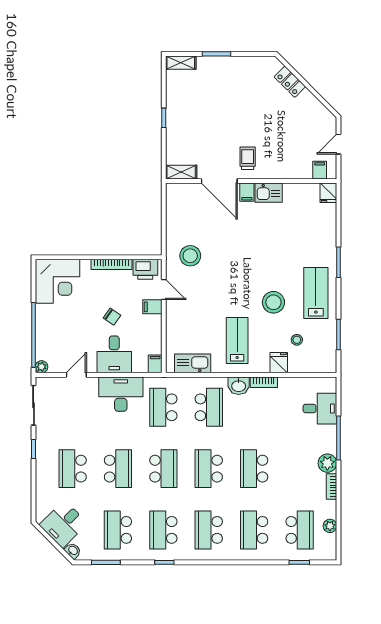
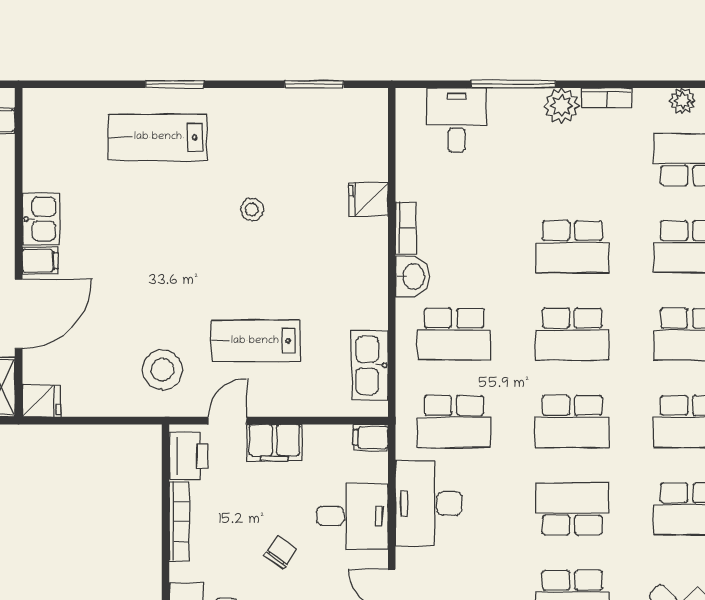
fridge: (328, 193) -> (41, 401), moved
lab bench: (316, 293) -> (158, 137), moved
stool: (273, 302) -> (252, 210), width x0.53, depth x0.53
filing cabinet: (152, 307) -> (274, 443), width x2.00
chair: (112, 317) -> (281, 552), moved
lab bench: (237, 340) -> (255, 341), moved
stool: (297, 340) -> (324, 165), removed
school desk: (209, 407) -> (454, 334), turned 180
school desk: (163, 469) -> (572, 421), turned 180

